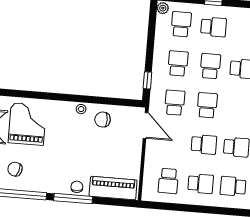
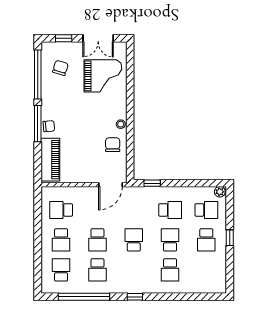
school desk: (210, 66) -> (170, 240), turned -90
school desk: (175, 103) -> (134, 210), removed
school desk: (207, 105) -> (134, 240), turned -90

